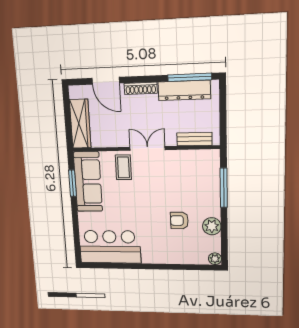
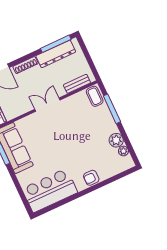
coffee table: (123, 167) -> (95, 96), moved
armchair: (179, 221) -> (91, 178), moved
plant: (215, 259) -> (123, 151), moved

